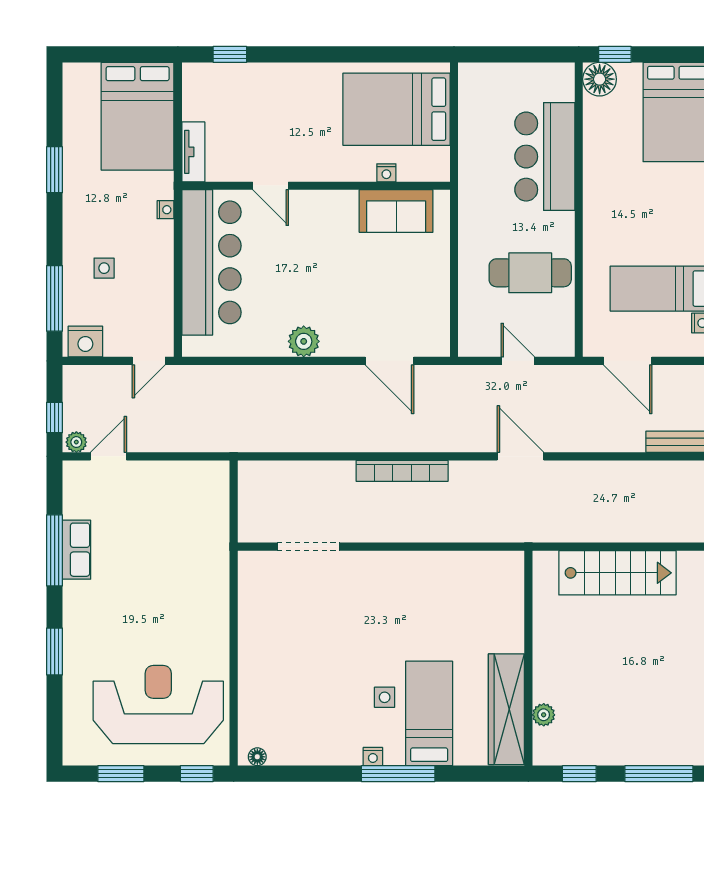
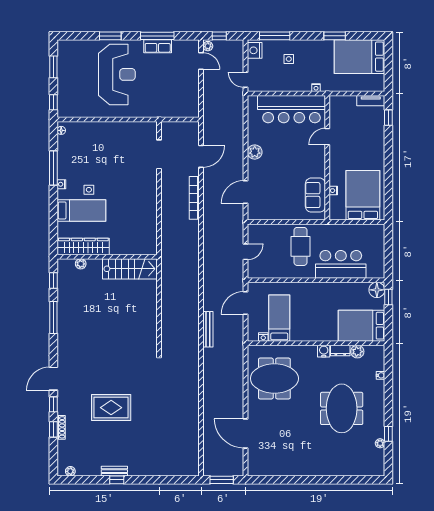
bed: (138, 116) -> (360, 57), moved
tv unit: (193, 152) -> (371, 101), moved
cafe table: (530, 273) -> (300, 246), moved
door: (521, 456) -> (201, 156), moved
stairs: (617, 573) -> (130, 269), moved, turned -90
reception desk: (158, 705) -> (117, 74), moved
window: (398, 774) -> (53, 168), moved

